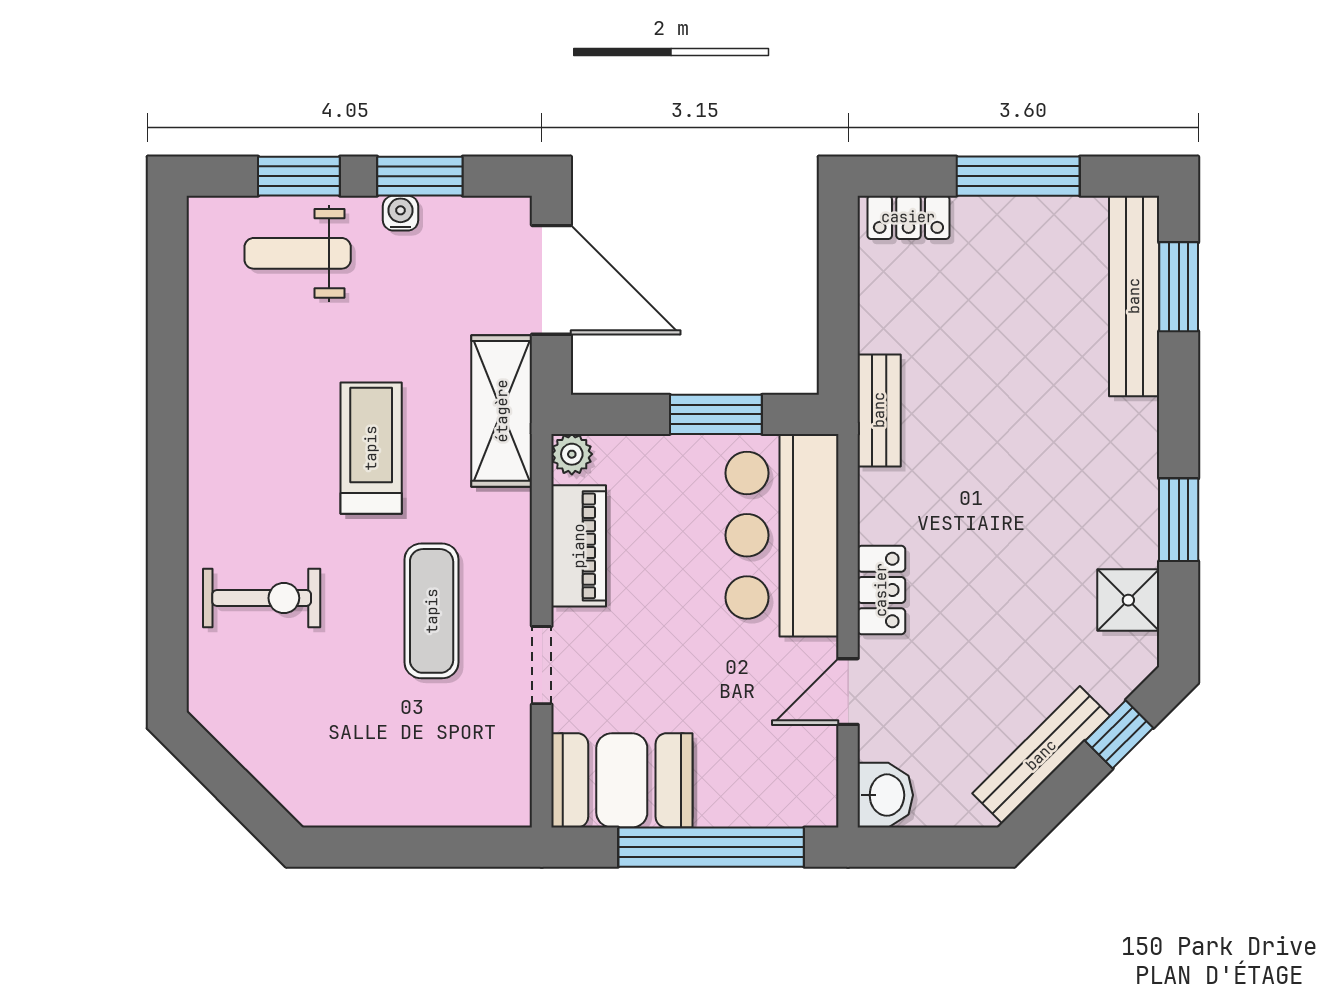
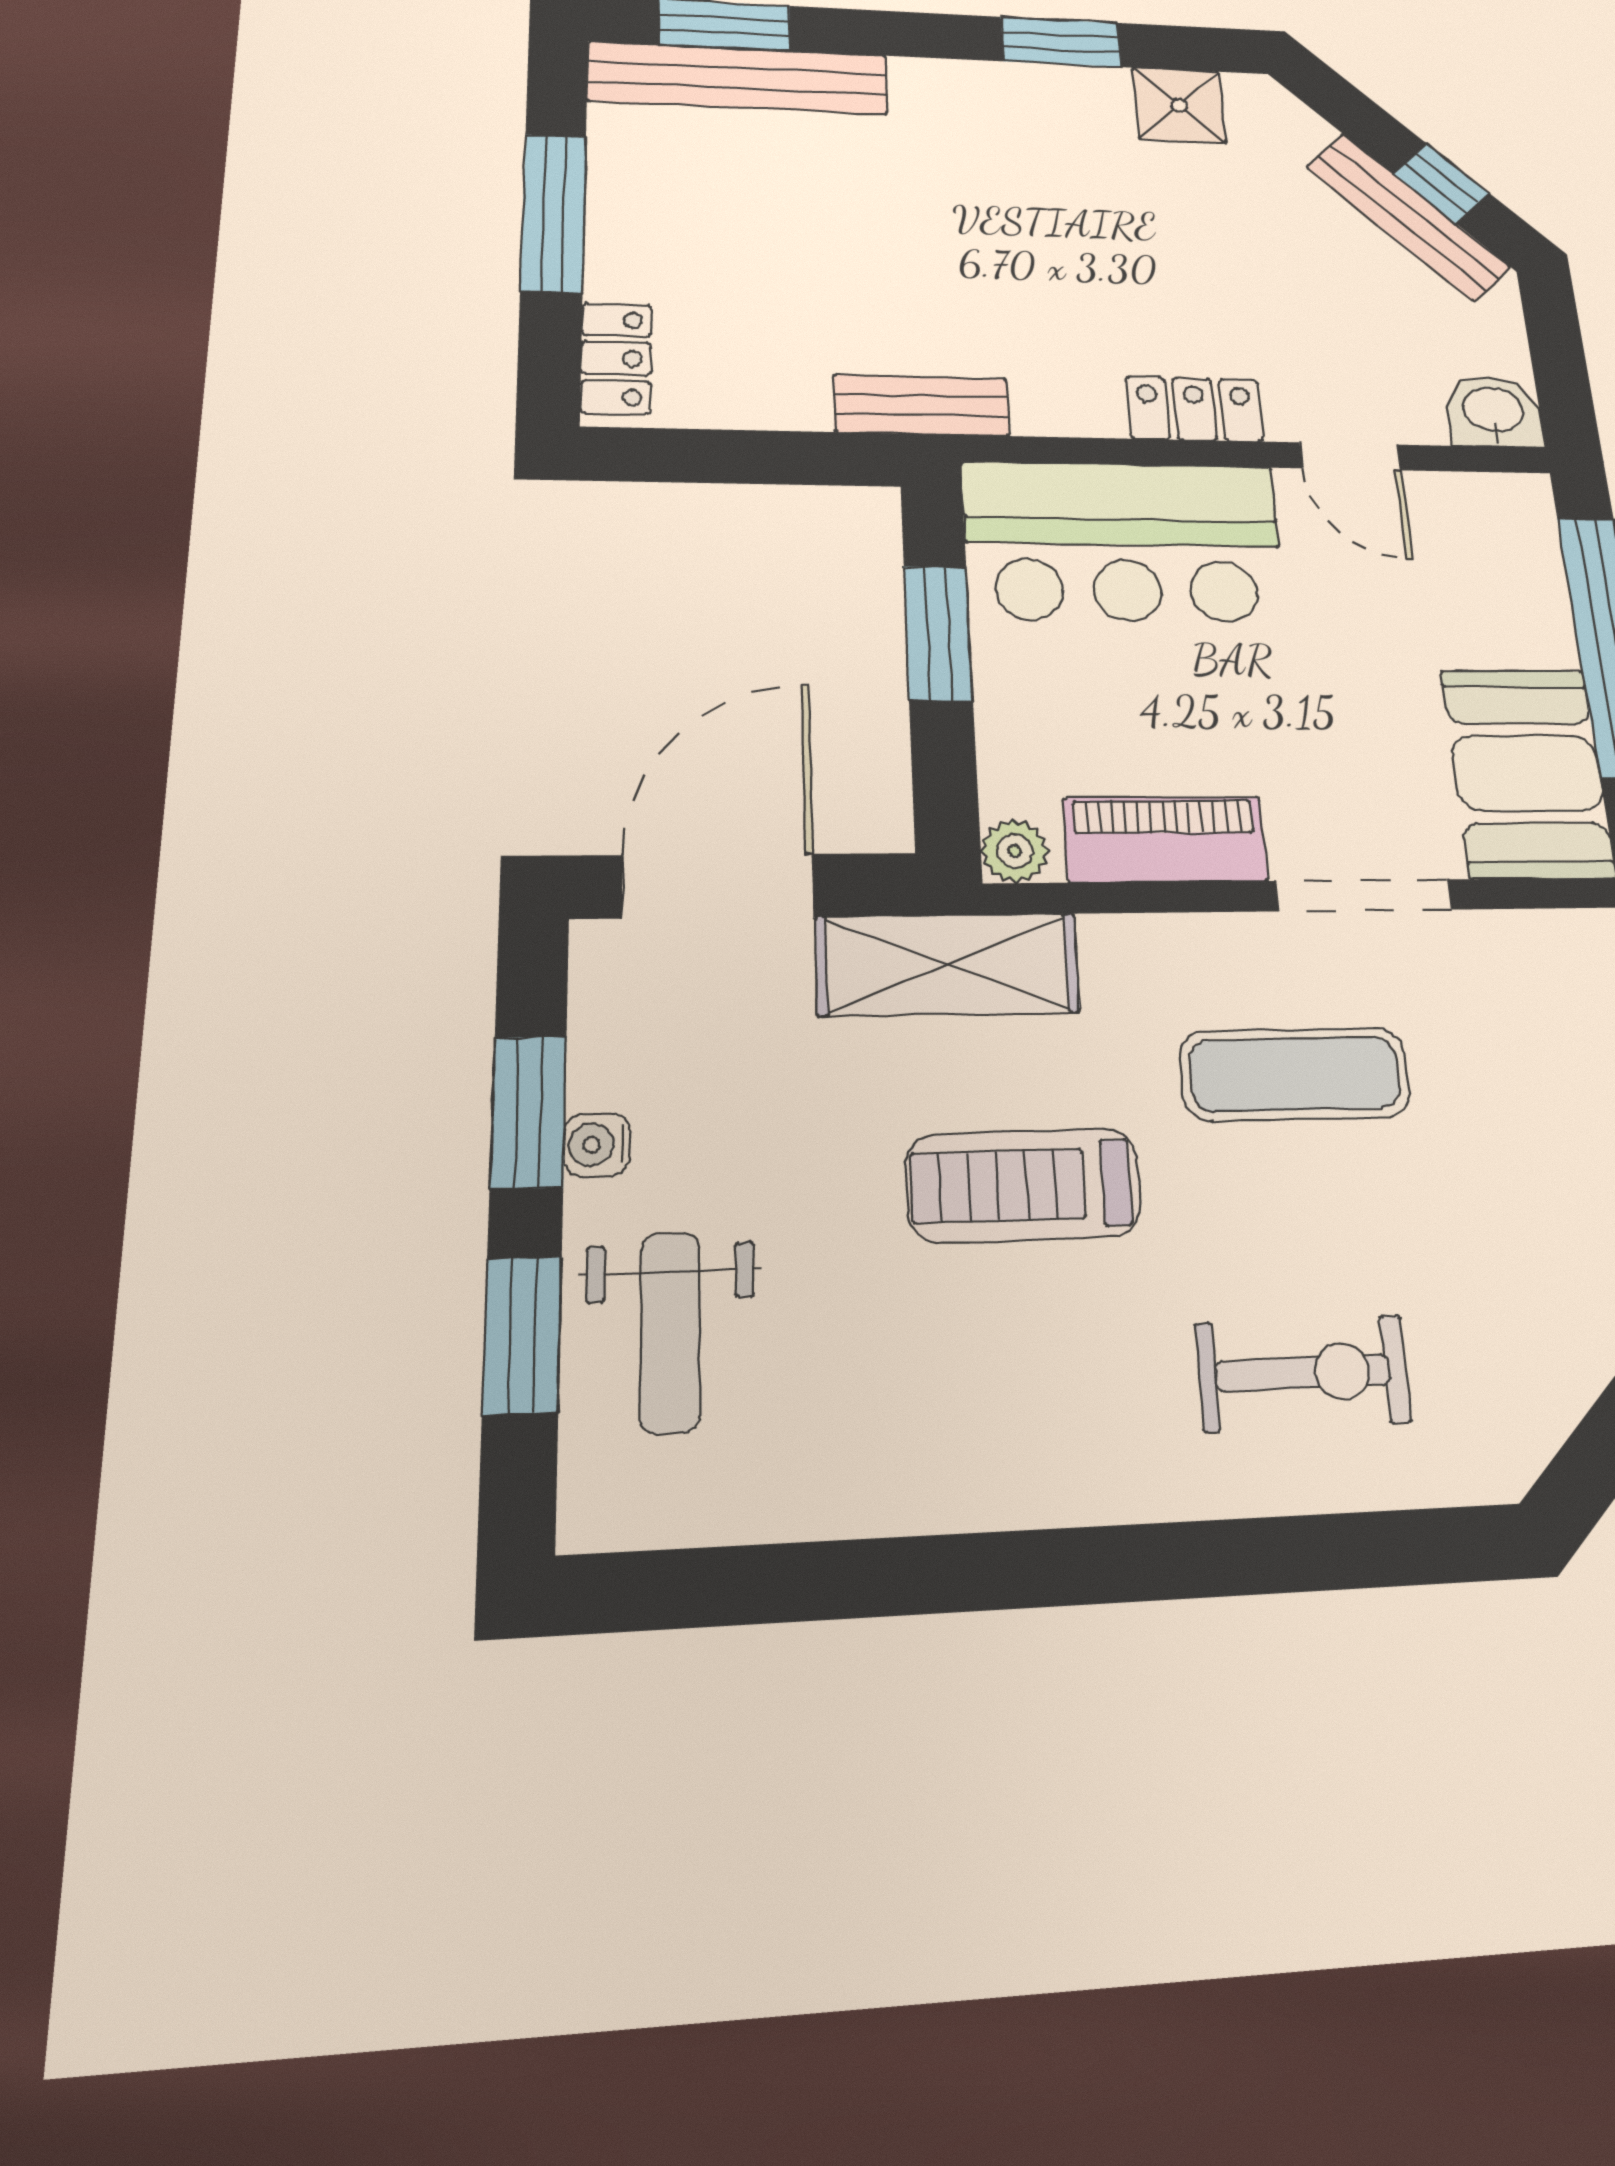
exercise bike: (262, 598) -> (1303, 1373), turned 90
doorway: (542, 665) -> (1364, 895), width x1.38
window: (1119, 734) -> (1441, 183), moved

